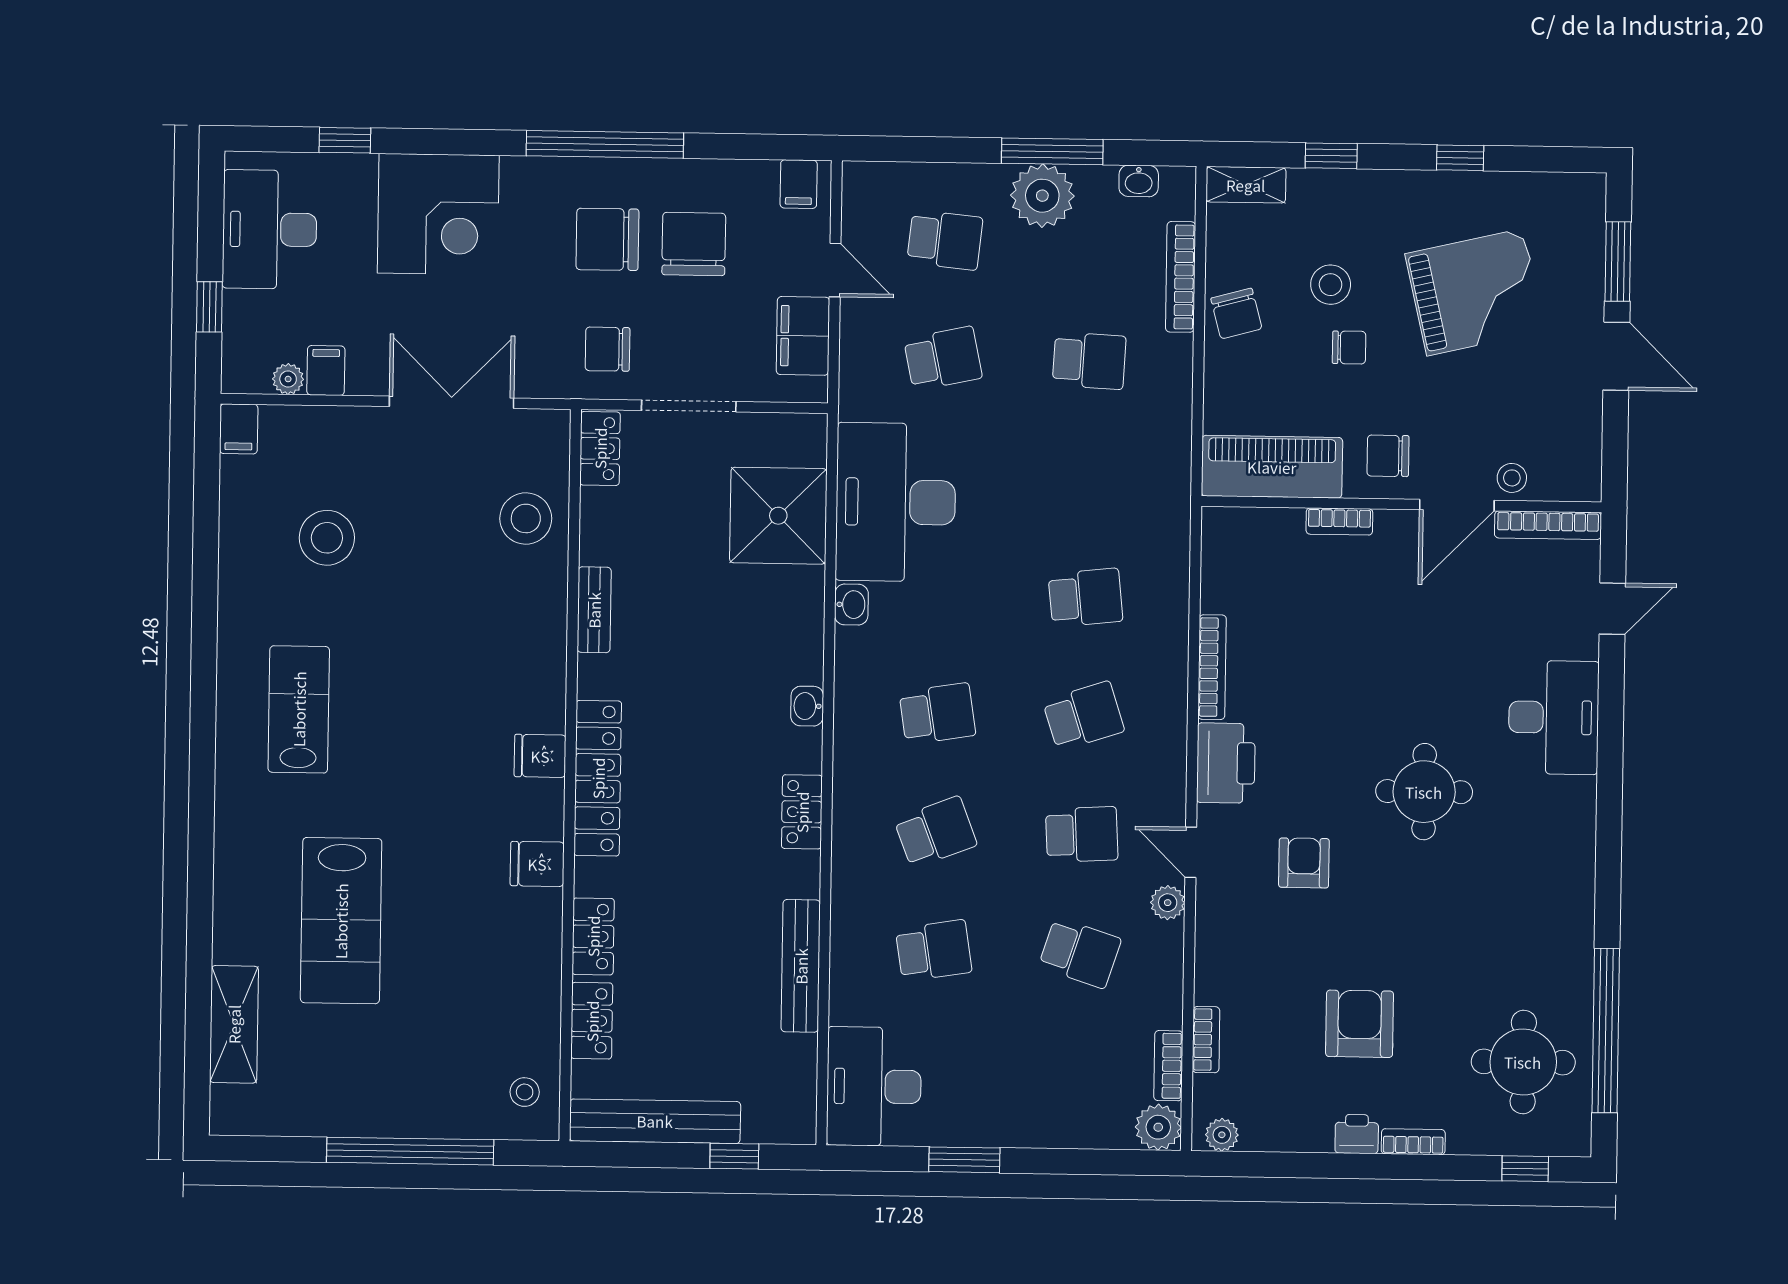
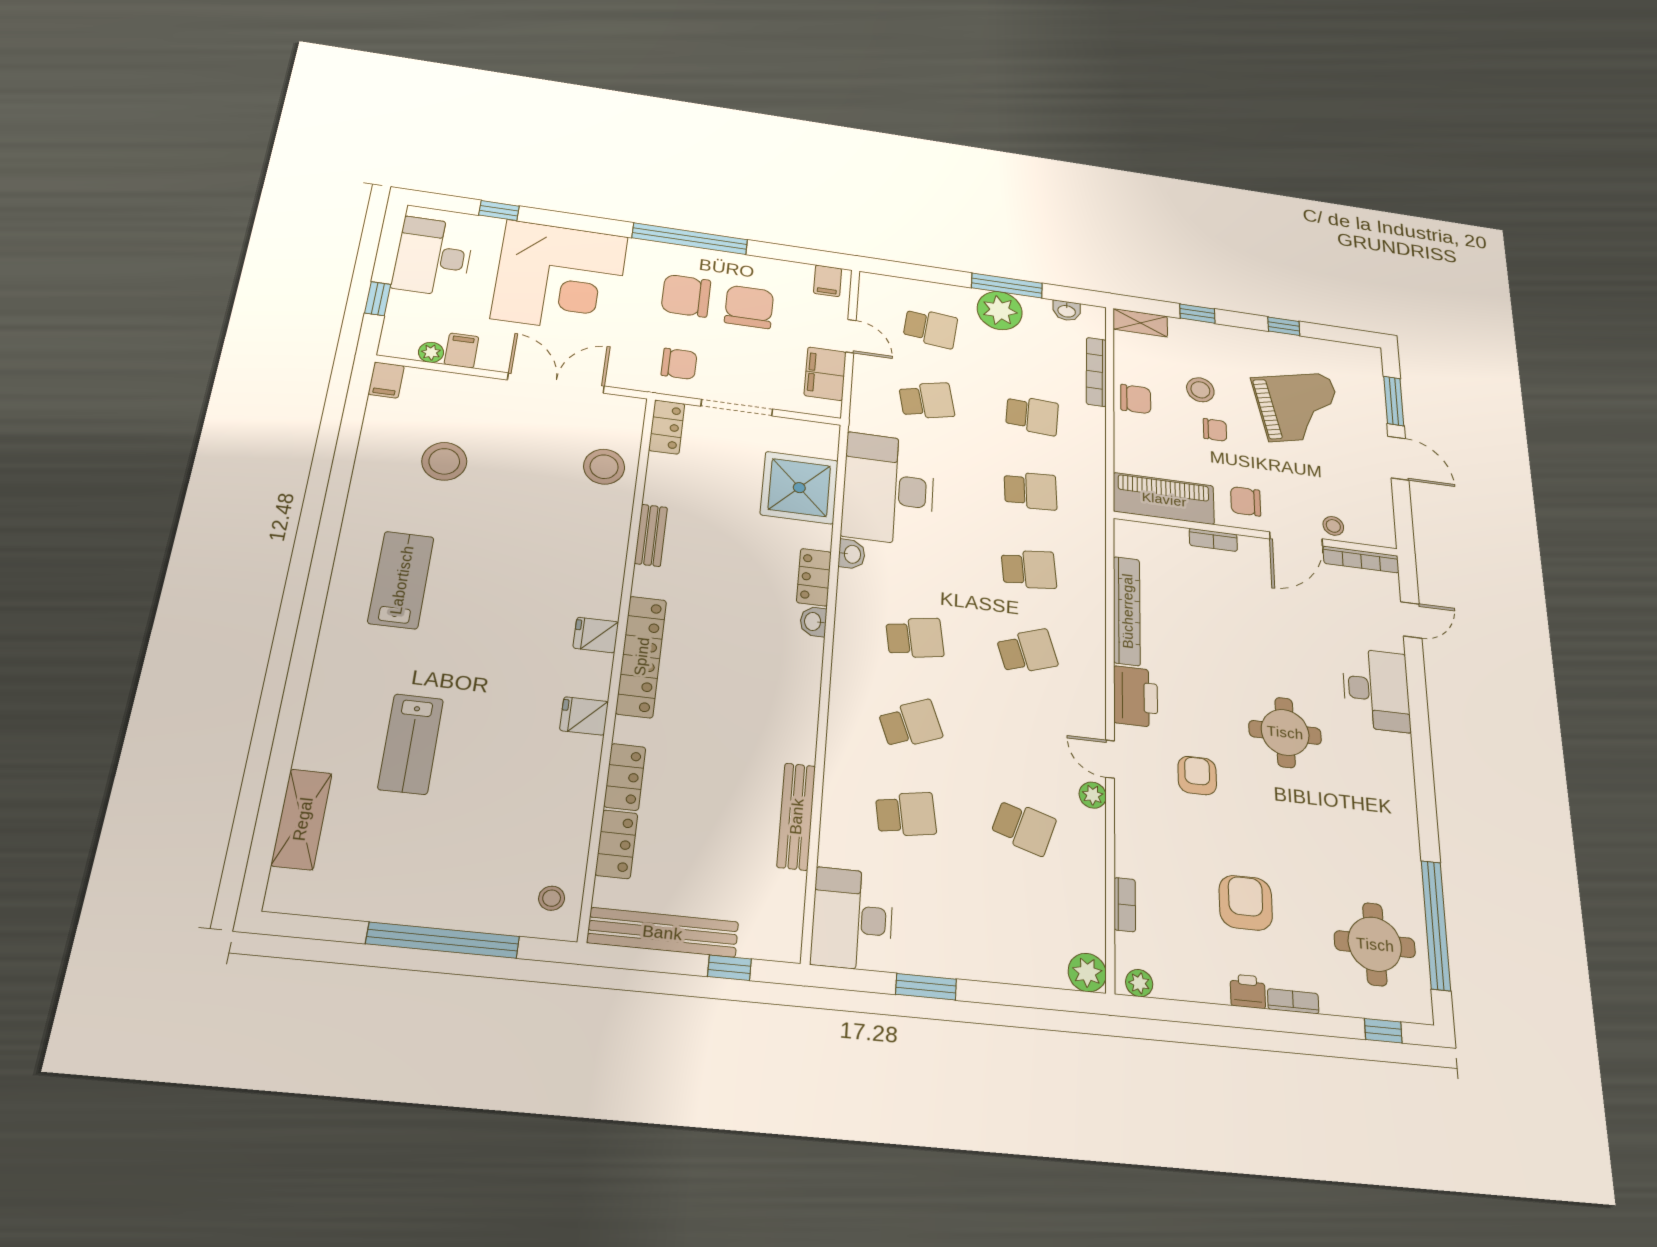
corner desk: (438, 214) -> (560, 277), width x1.36, depth x1.36
chair: (1236, 313) -> (1136, 399), turned -75
chair: (608, 349) -> (679, 364), turned 180
bookcase: (1212, 667) -> (1127, 611), width x1.48, depth x1.31
locker: (802, 812) -> (814, 577), moved
school desk: (1082, 834) -> (1030, 491), moved
lab bench: (341, 921) -> (411, 744), width x0.73, depth x0.72
bookcase: (1168, 1066) -> (1095, 923), removed

